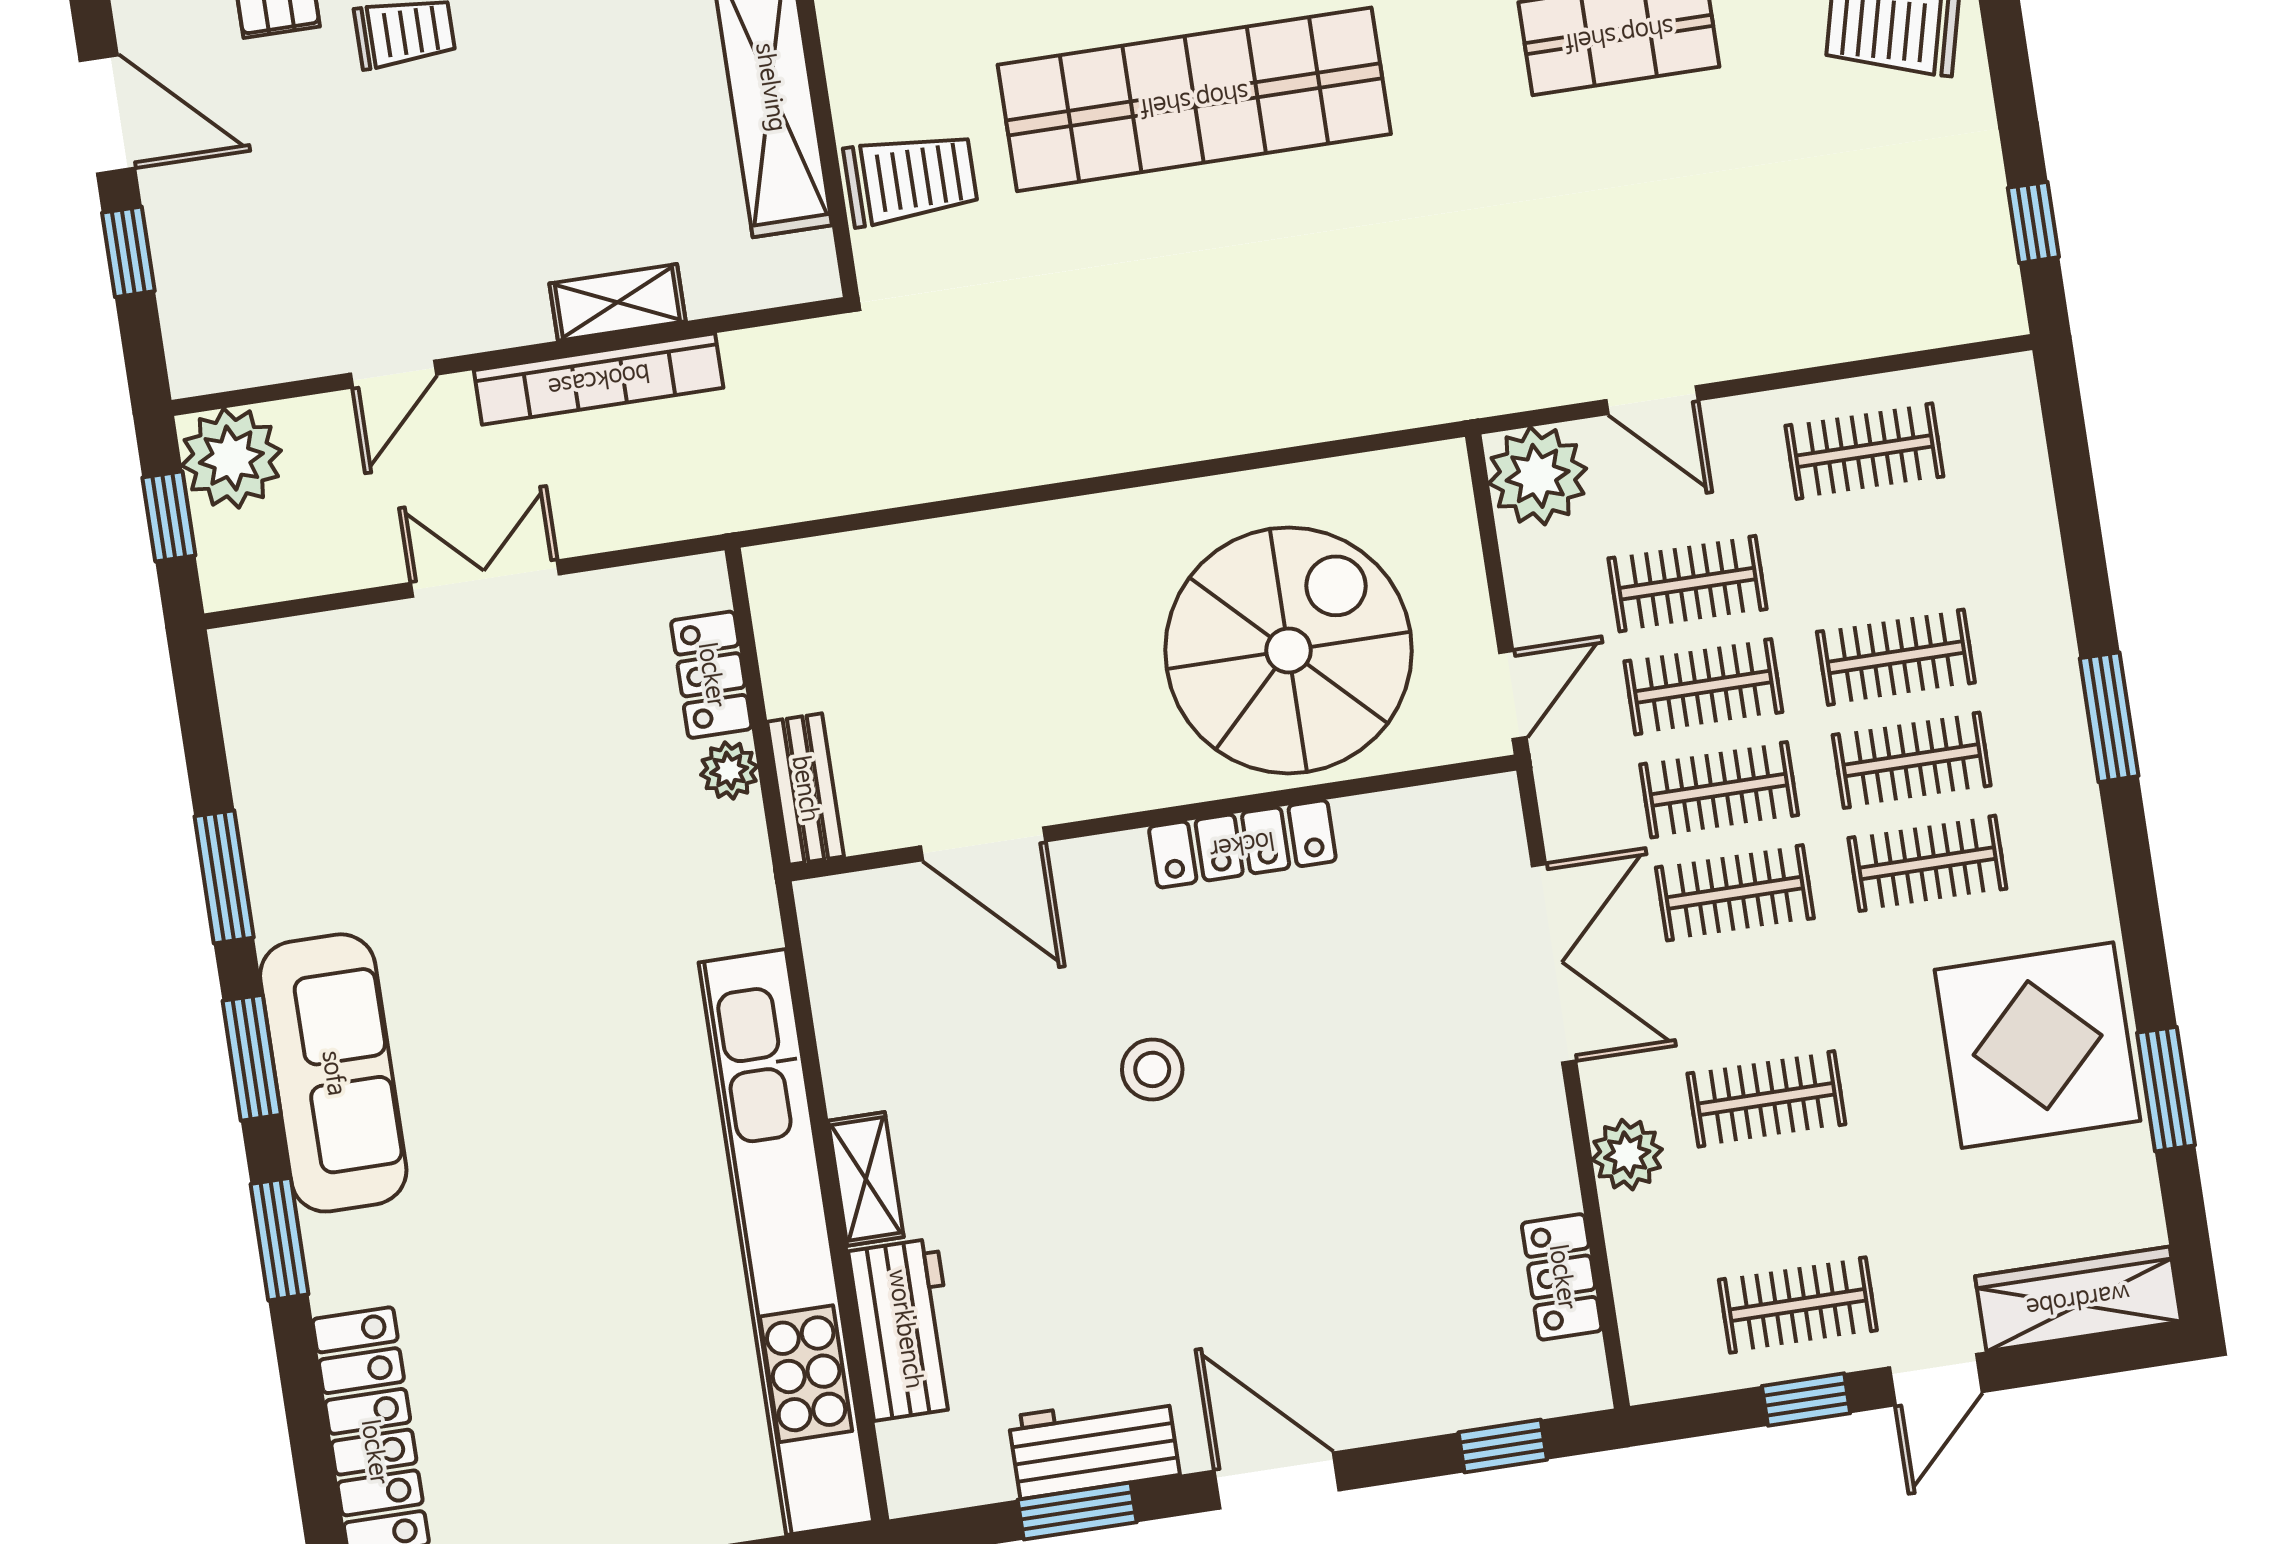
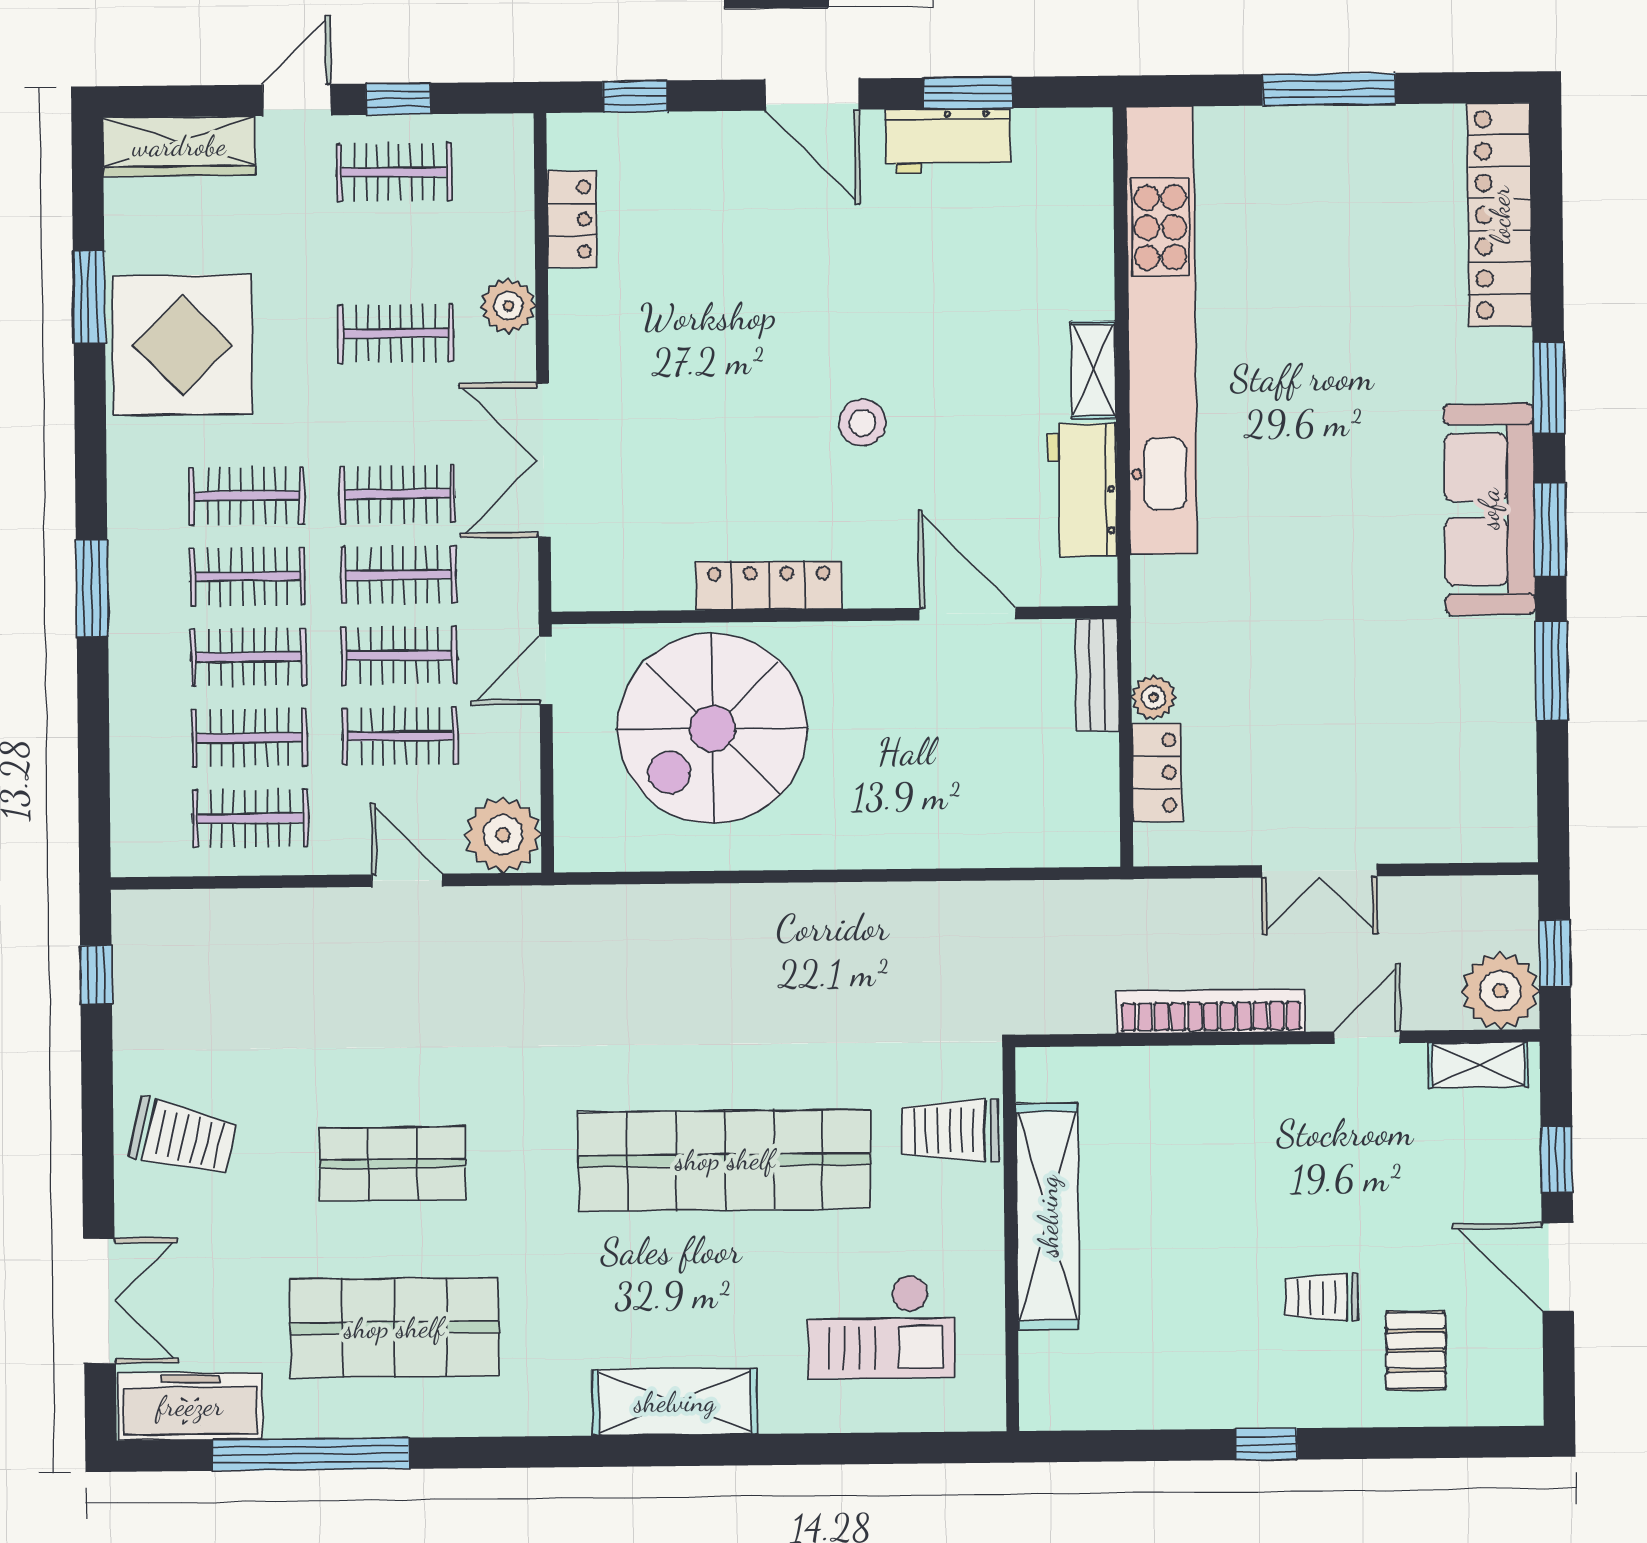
shelving: (617, 302) -> (1478, 1065), moved
clothes rail: (1880, 554) -> (249, 738), added
workbench: (905, 1329) -> (1082, 490), moved

